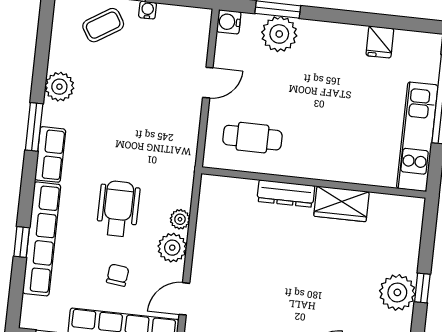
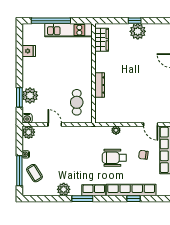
wardrobe: (341, 204) -> (102, 40), moved
plant: (172, 248) -> (29, 132), moved

